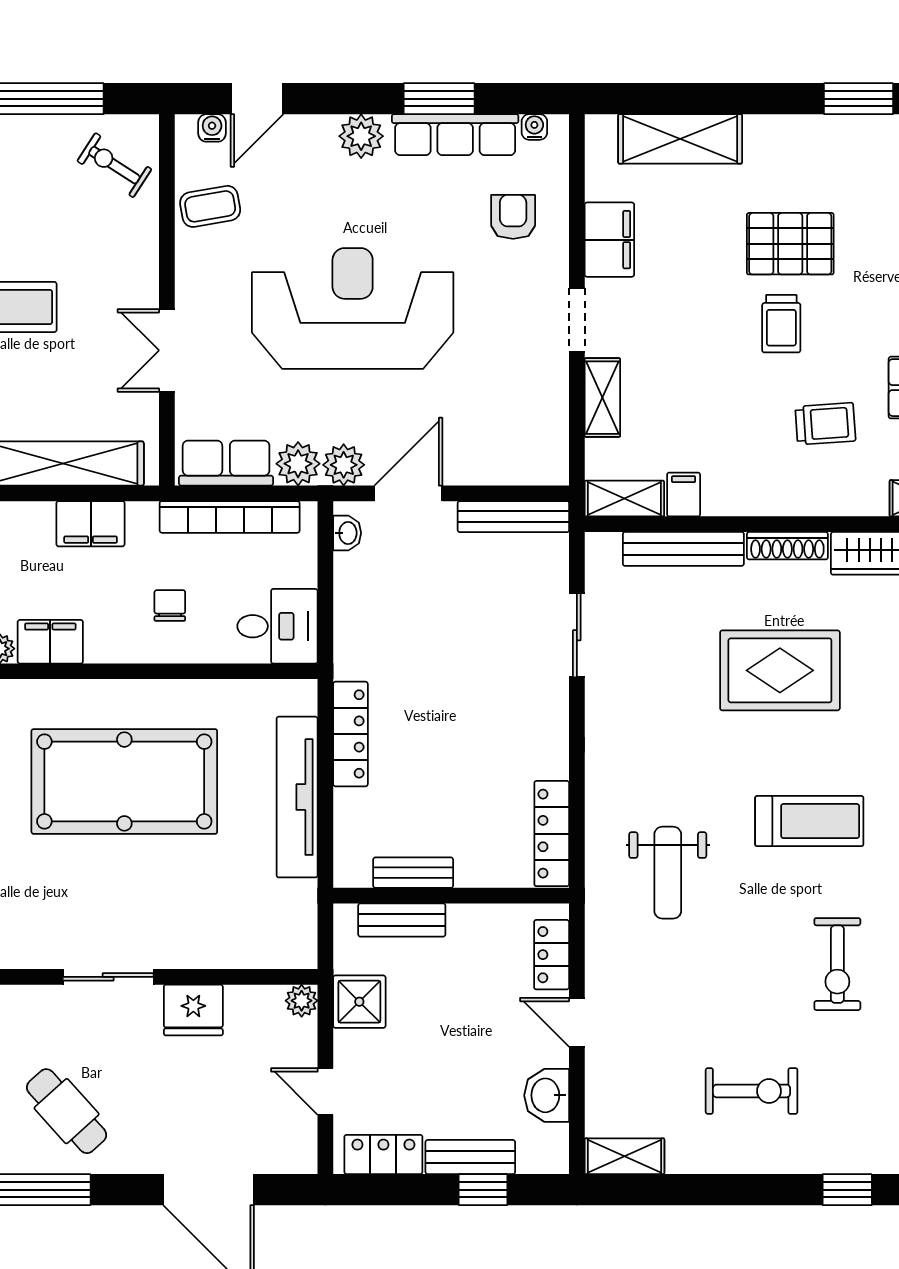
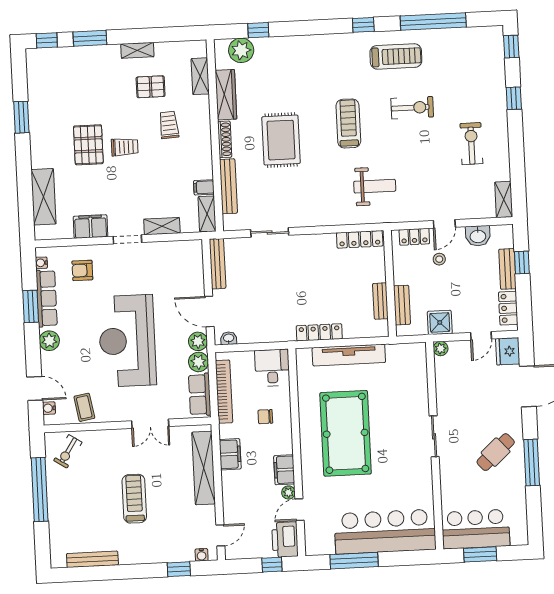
stool: (499, 1007) -> (439, 259), added
fridge: (193, 1010) -> (508, 351), moved, turned 180

